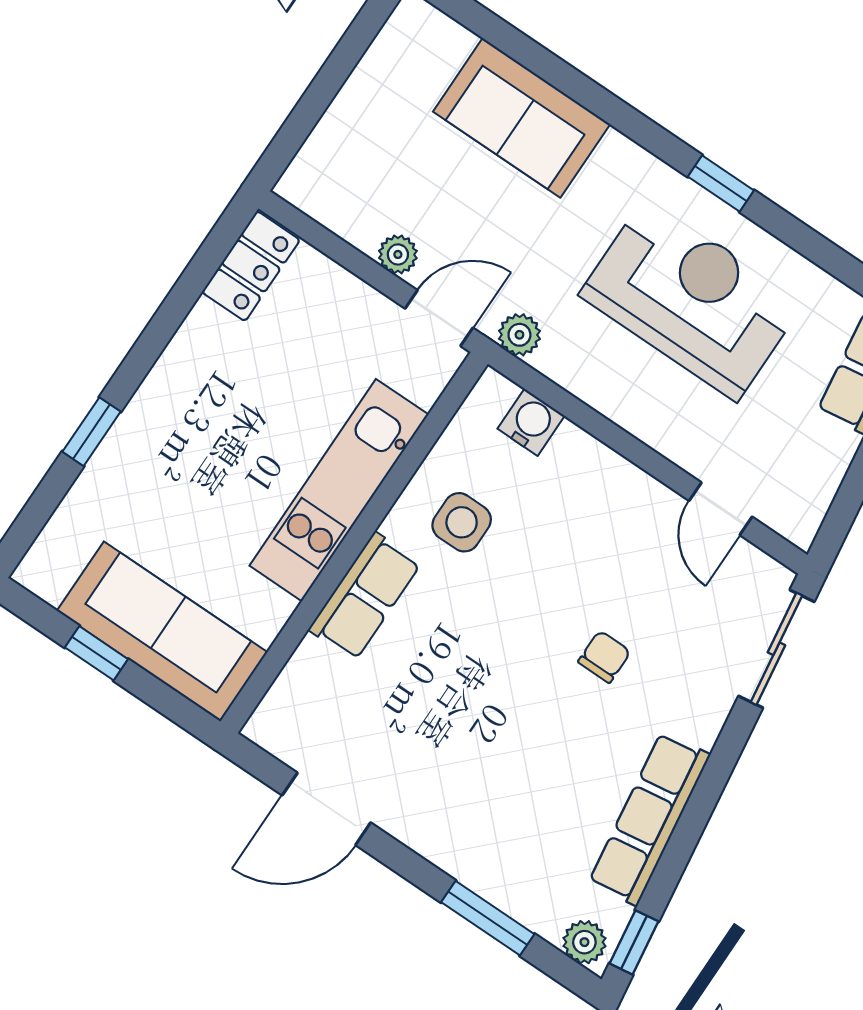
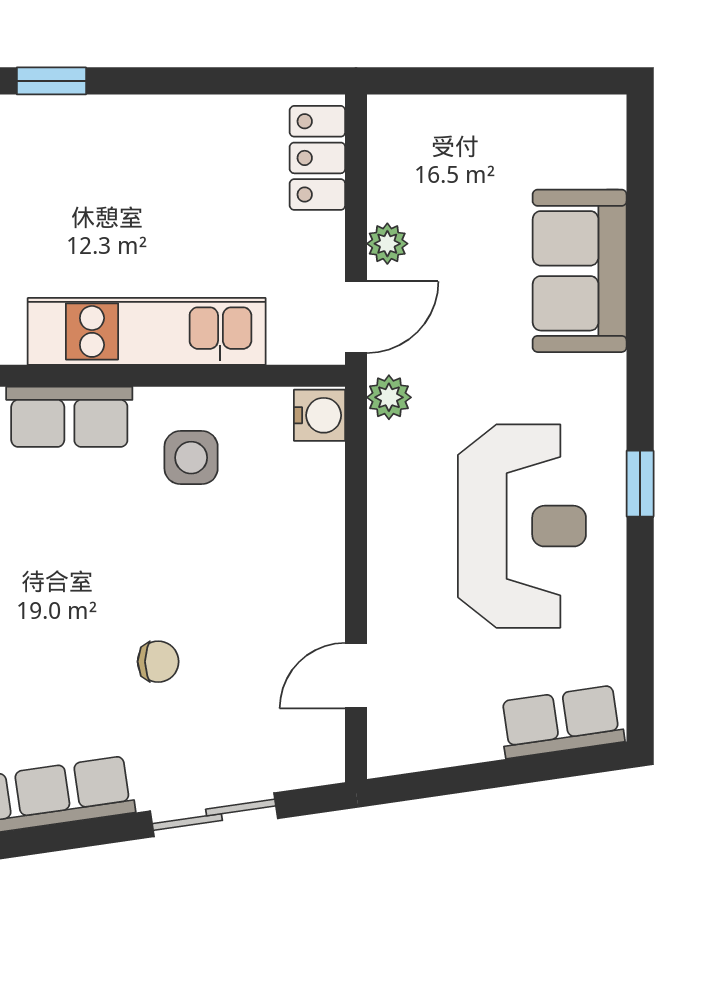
locker: (251, 266) -> (317, 158), moved, turned 90
door: (439, 318) -> (356, 317), hinge flipped
water cooler: (531, 422) -> (320, 415), moved
sliding door: (776, 649) -> (214, 815), moved

